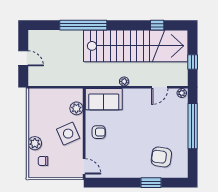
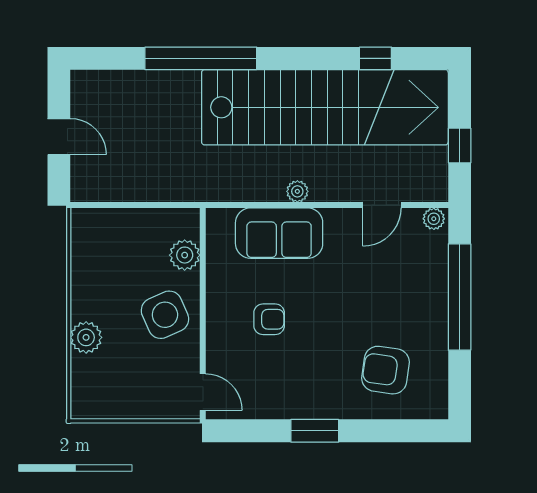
sofa: (104, 99) -> (279, 233), moved
armchair: (99, 132) -> (269, 319), moved
chair: (43, 161) -> (106, 379), removed
window: (151, 183) -> (315, 431), moved

